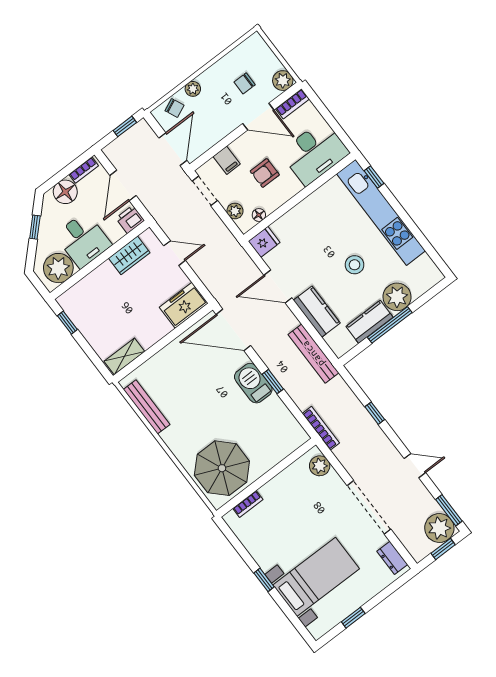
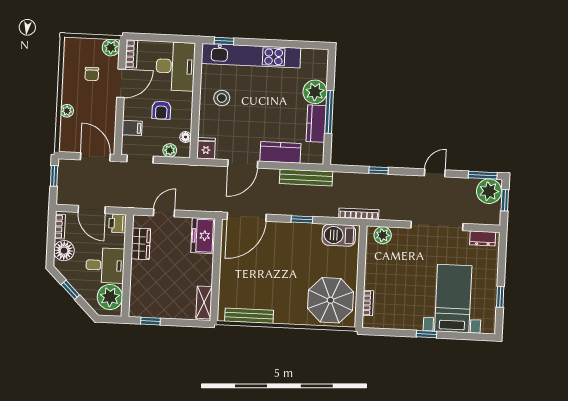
chair: (174, 108) -> (69, 133), removed
stool: (355, 265) -> (222, 98), moved
barbecue: (253, 383) -> (339, 235), moved

